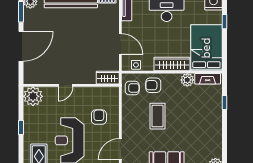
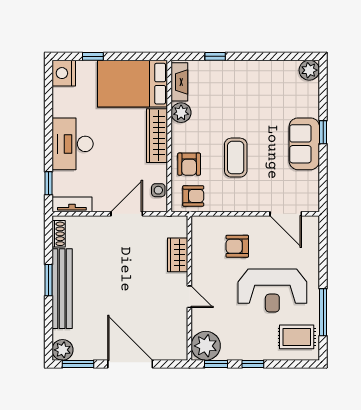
wardrobe: (108, 78) -> (178, 255), moved
armchair: (132, 88) -> (193, 196), turned 90
window: (21, 103) -> (216, 364), added
coffee table: (158, 116) -> (236, 158), turned 90

